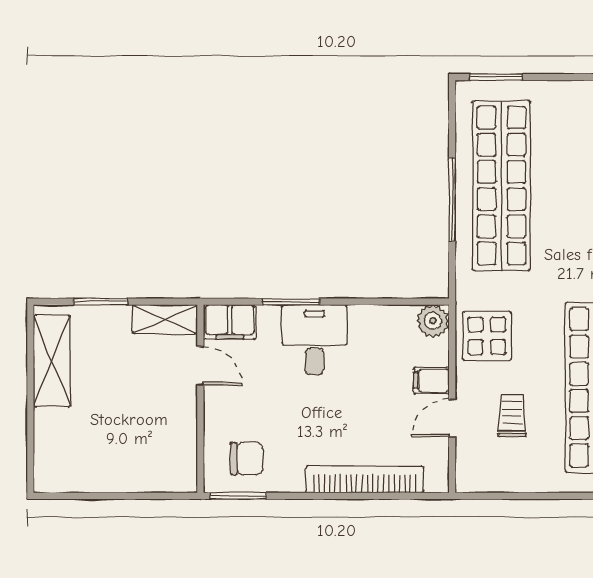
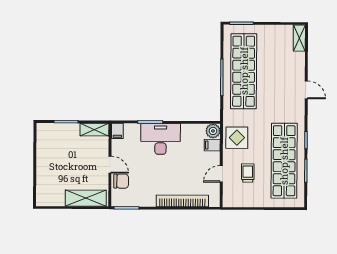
filing cabinet: (230, 322) -> (117, 131), width x0.50
desk: (314, 340) -> (161, 139), width x1.37
shelving: (52, 361) -> (86, 198), moved, turned 90
door: (200, 366) -> (110, 165), moved
filing cabinet: (431, 380) -> (212, 145), moved
chair: (247, 459) -> (121, 181), moved

